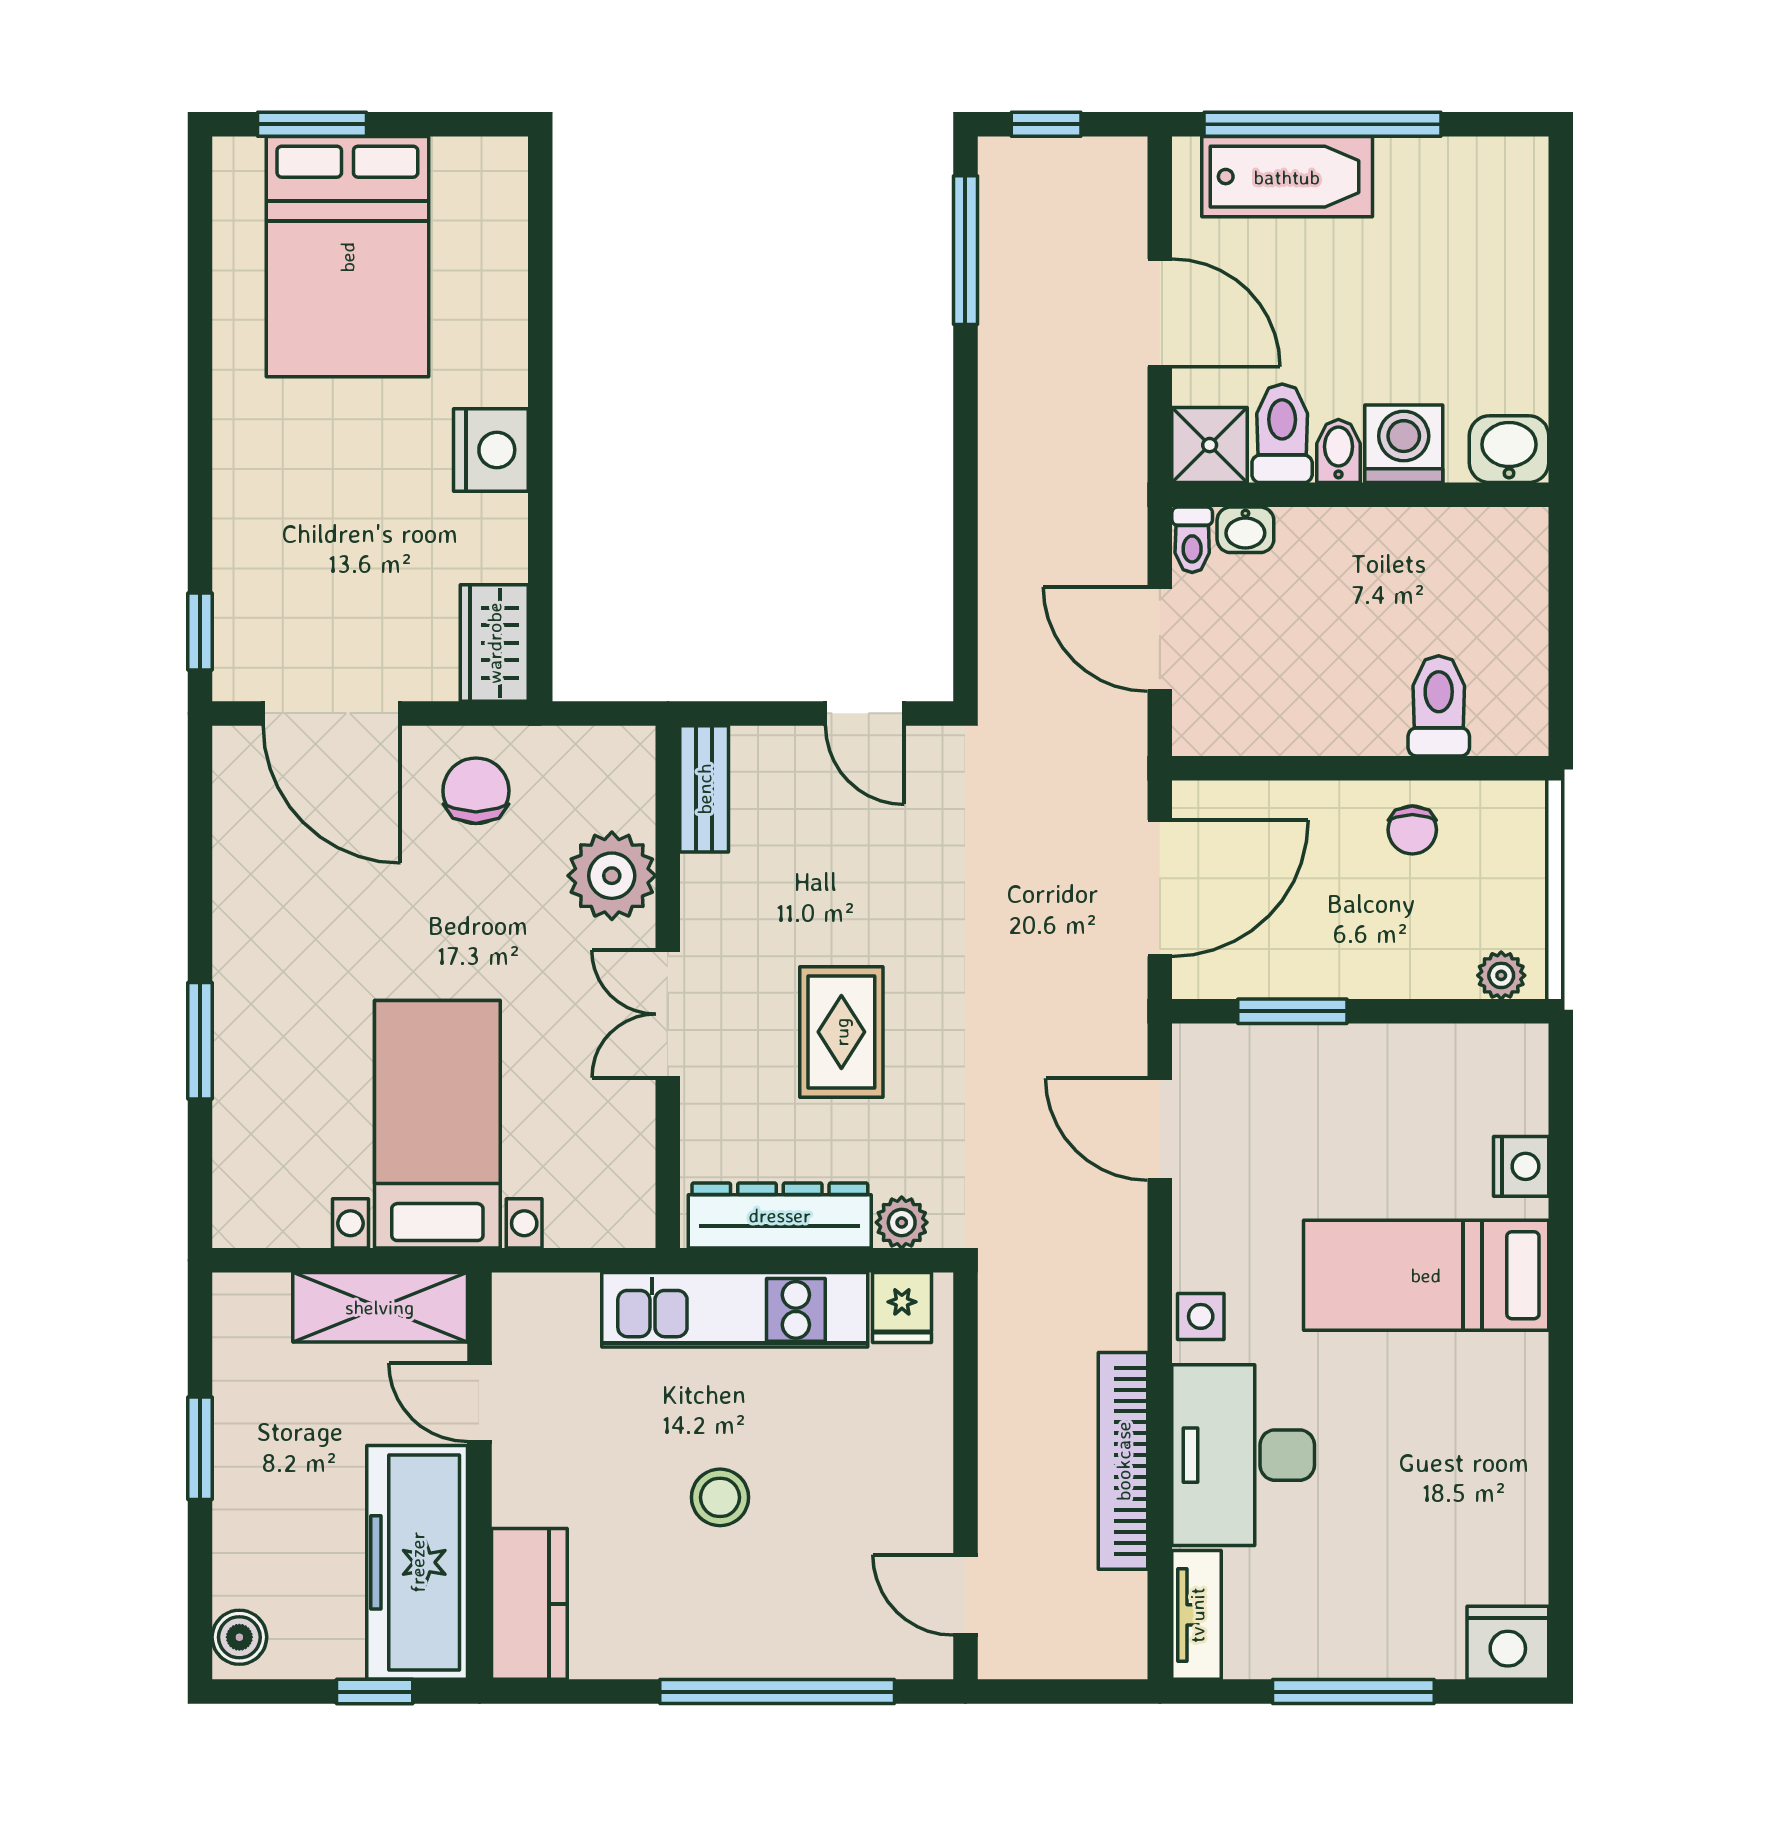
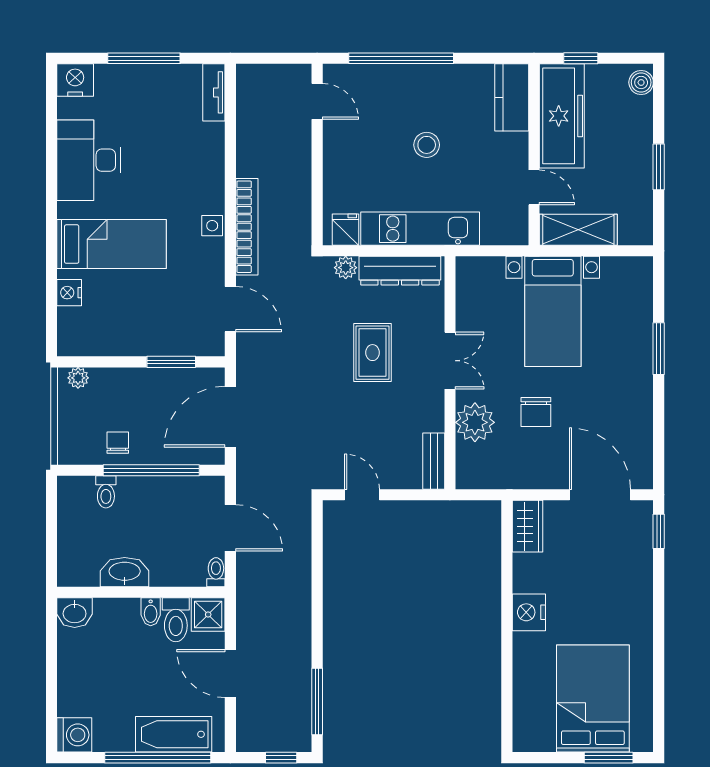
washing machine: (1404, 444) -> (74, 735), moved, turned -90
washbasin: (1245, 530) -> (125, 572), moved, width x1.91, depth x1.45
toilet: (1439, 706) -> (106, 492), width x0.73, depth x0.72
window: (1337, 768) -> (151, 470), added
chair: (476, 791) -> (536, 412), moved
desk: (1243, 1455) -> (89, 160), moved, turned 180
bookcase: (1123, 1461) -> (247, 227), moved

